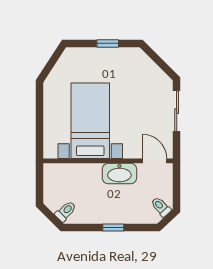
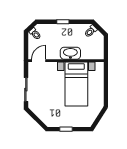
door: (155, 161) -> (39, 61), swing flipped
washbasin: (119, 174) -> (70, 53), moved

